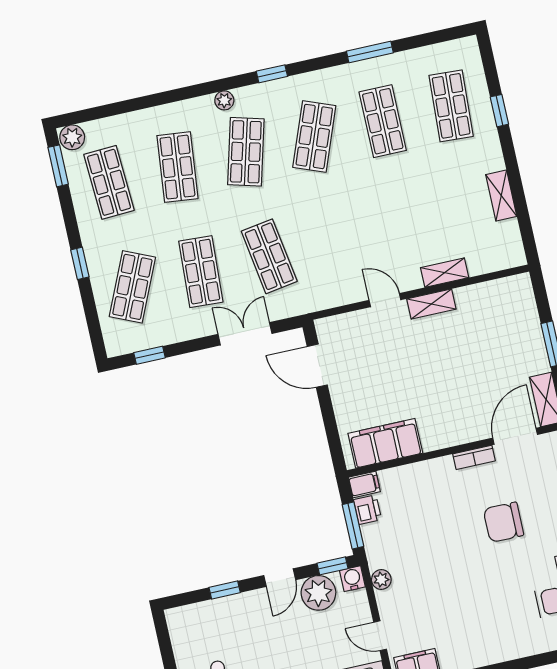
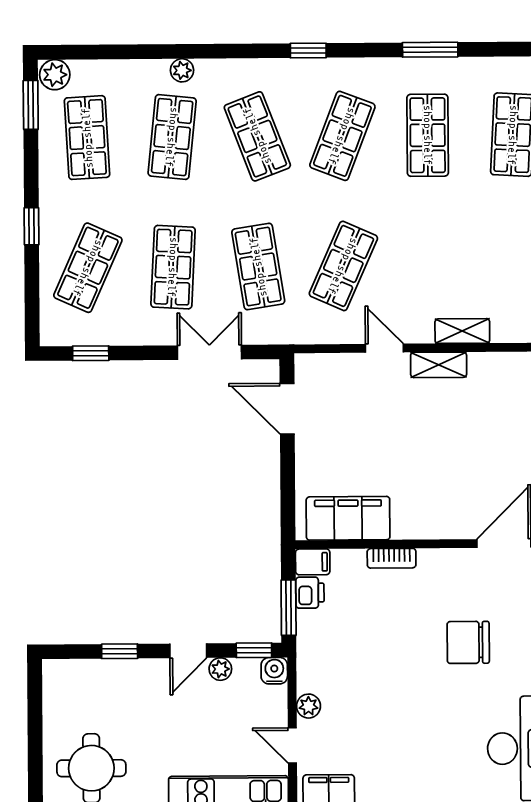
plant: (224, 100) -> (182, 70), moved
shop shelf: (246, 152) -> (257, 136), turned -36
shop shelf: (338, 241) -> (343, 266), added
bookcase: (474, 457) -> (392, 558), moved
plant: (381, 580) -> (309, 706), moved
plant: (318, 593) -> (220, 669), width x0.53, depth x0.53

